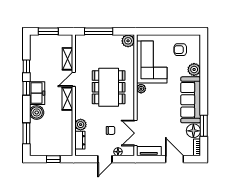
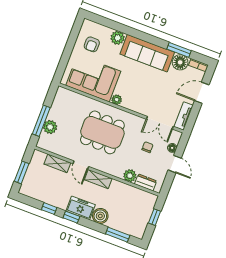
plant: (128, 41) -> (50, 127), moved

